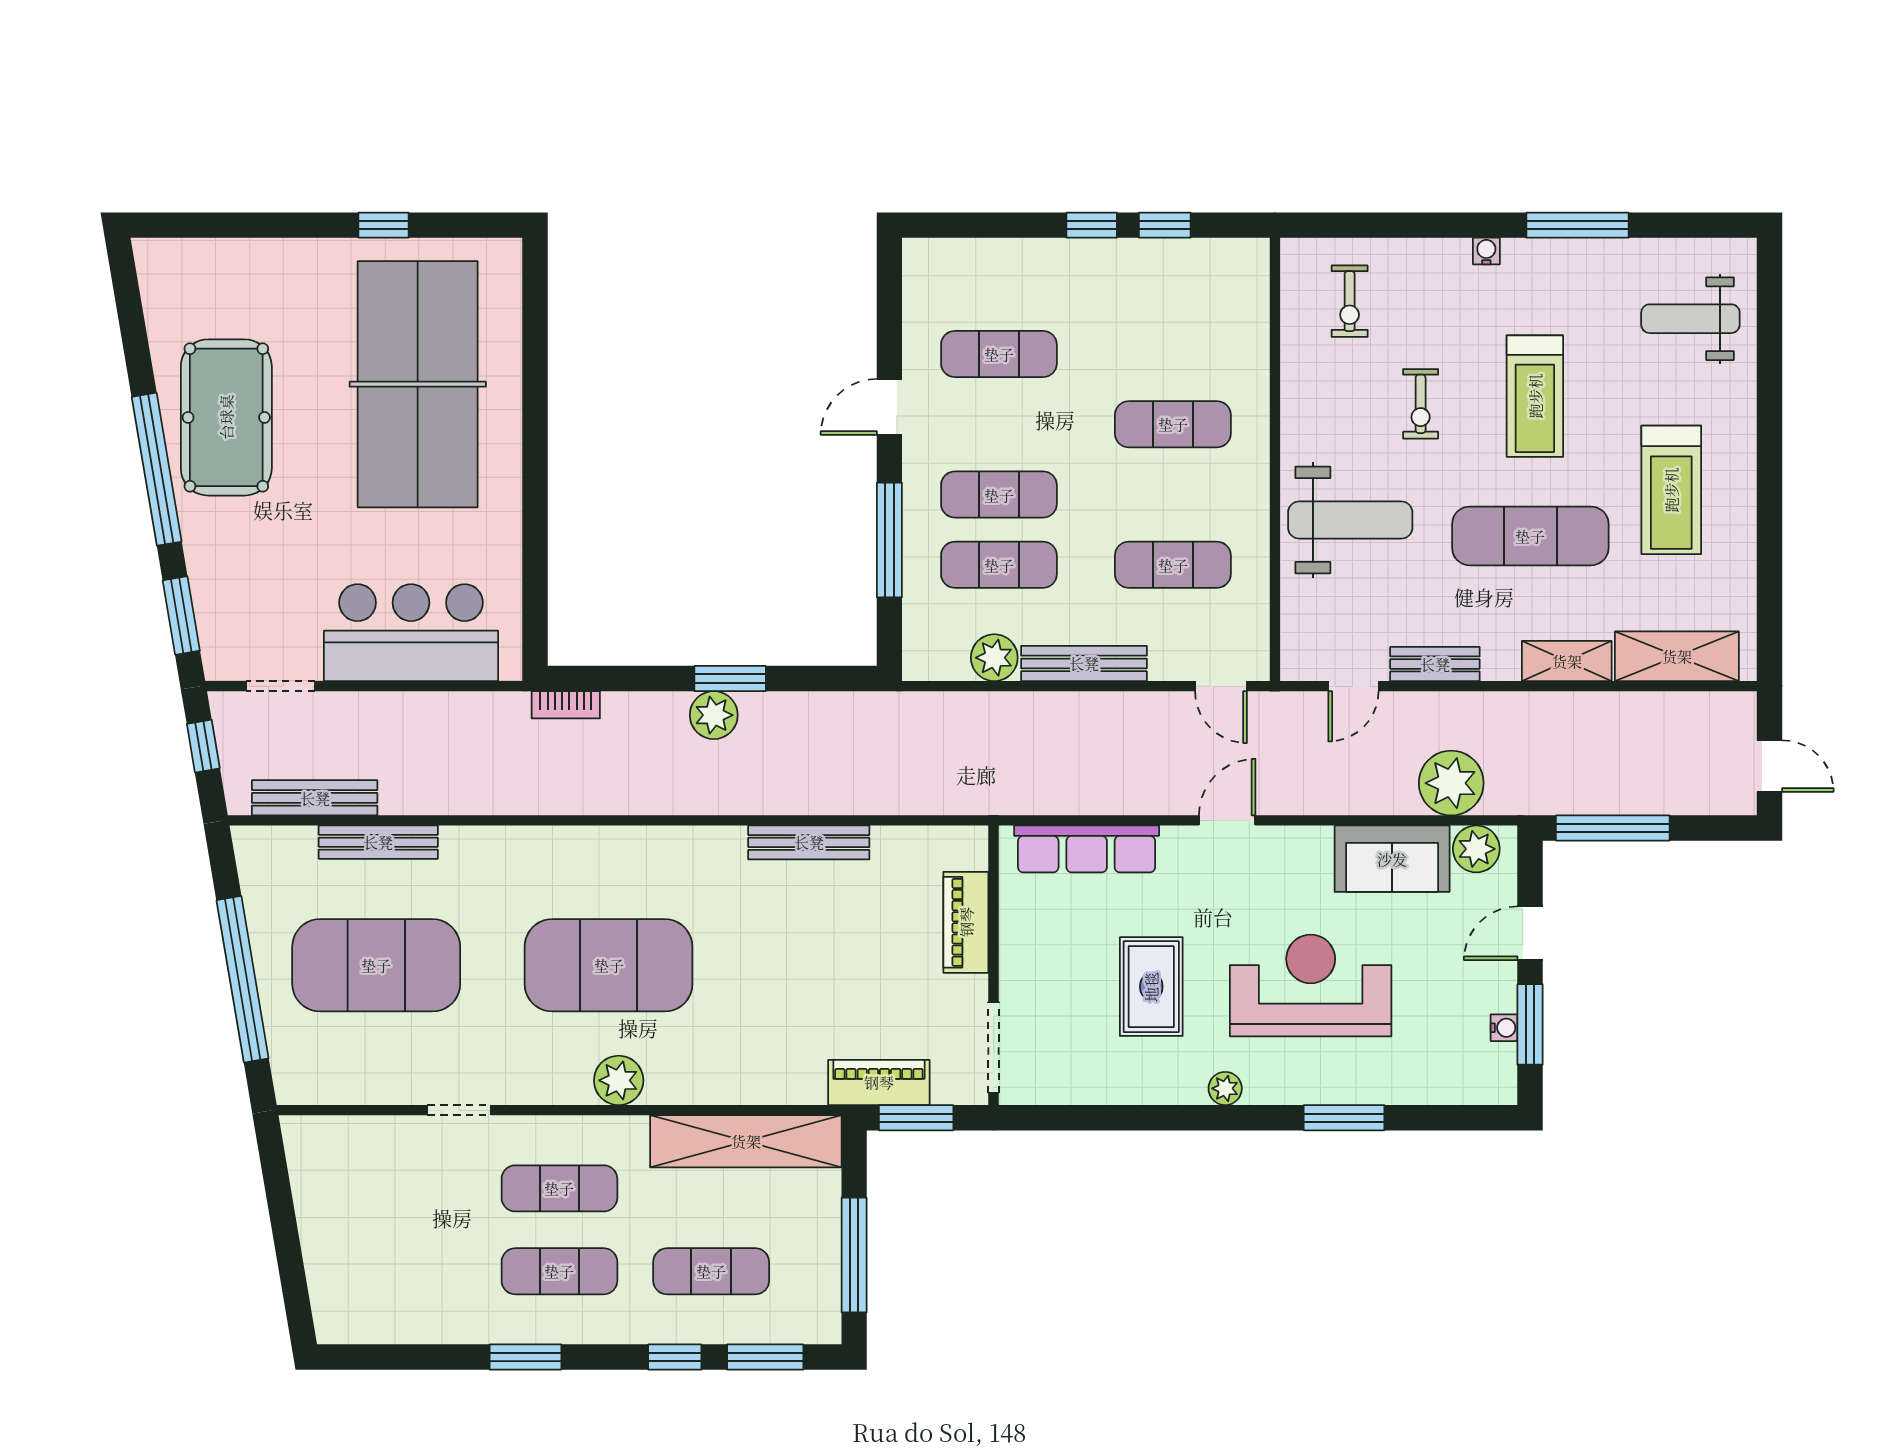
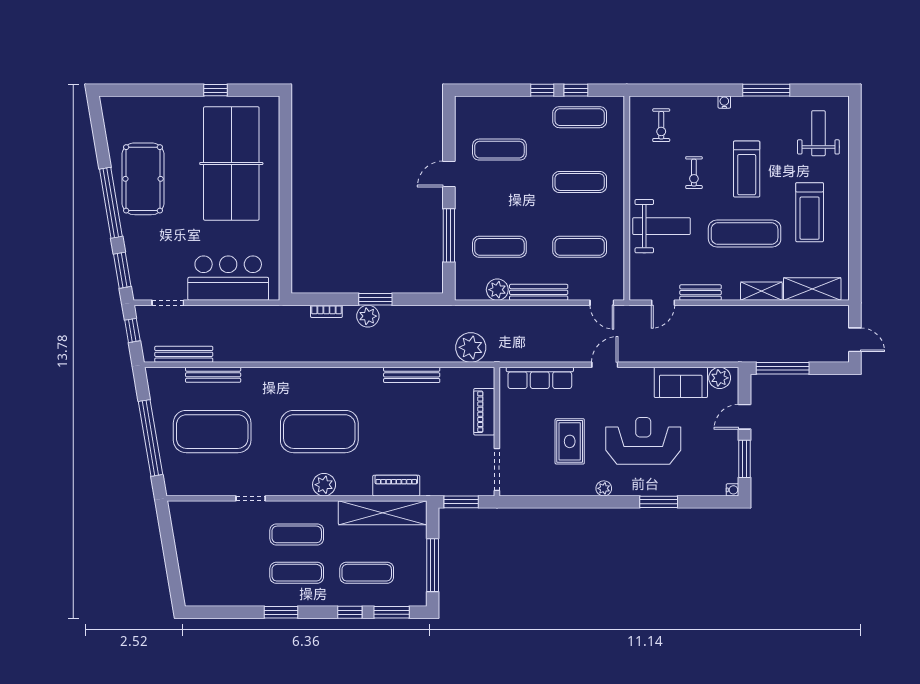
weight bench: (1690, 319) -> (818, 133), turned 90
exercise mat: (999, 495) -> (580, 117), moved
bookcase: (566, 705) -> (326, 311), moved
plant: (1451, 783) -> (471, 347), moved
water cooler: (1504, 1028) -> (732, 490), moved
piano: (879, 1082) -> (396, 486), moved

